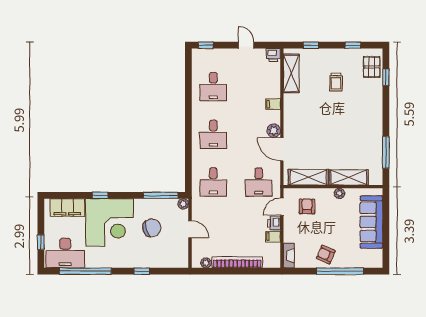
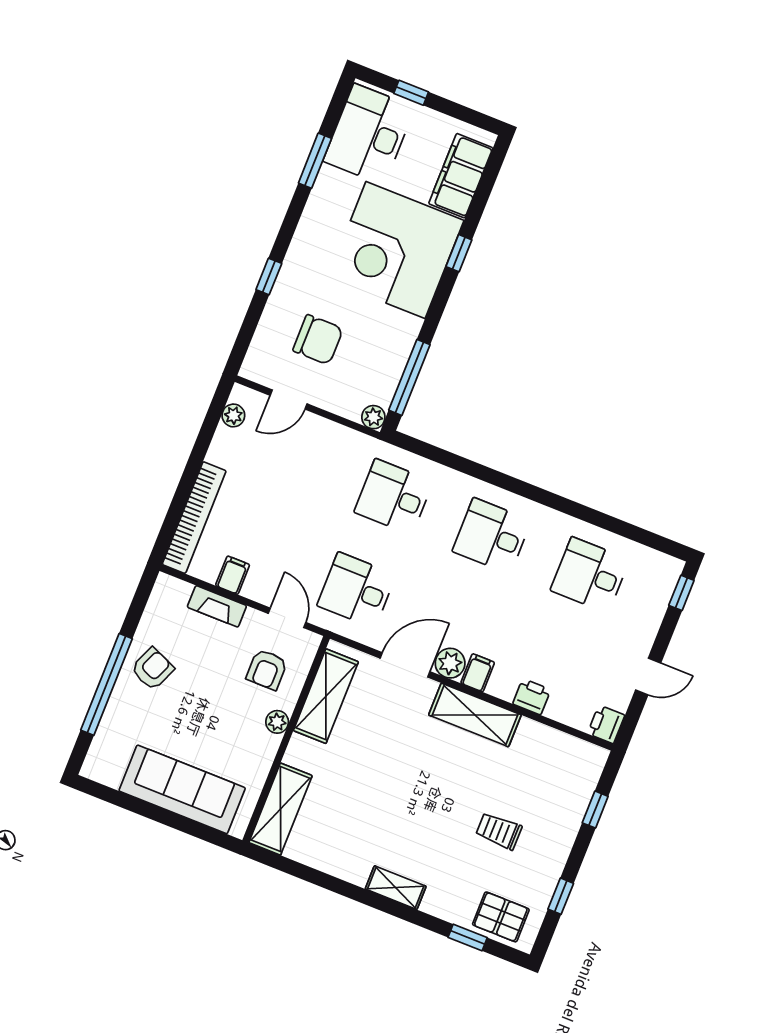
shelving: (291, 73) -> (475, 715), moved
filing cabinet: (273, 104) -> (478, 673), moved
shelving: (377, 116) -> (396, 888), added
window: (386, 152) -> (314, 876), removed
shelving: (349, 177) -> (280, 809), moved
plant: (339, 193) -> (277, 722), moved
armchair: (307, 206) -> (267, 670), turned 90
printer: (274, 223) -> (532, 697), moved
chair: (152, 228) -> (318, 340), moved, turned -73
door: (190, 229) -> (289, 400), moved
fireplace: (289, 256) -> (217, 606), moved
bookcase: (237, 262) -> (194, 518), moved
window: (85, 271) -> (315, 161), width x0.47

